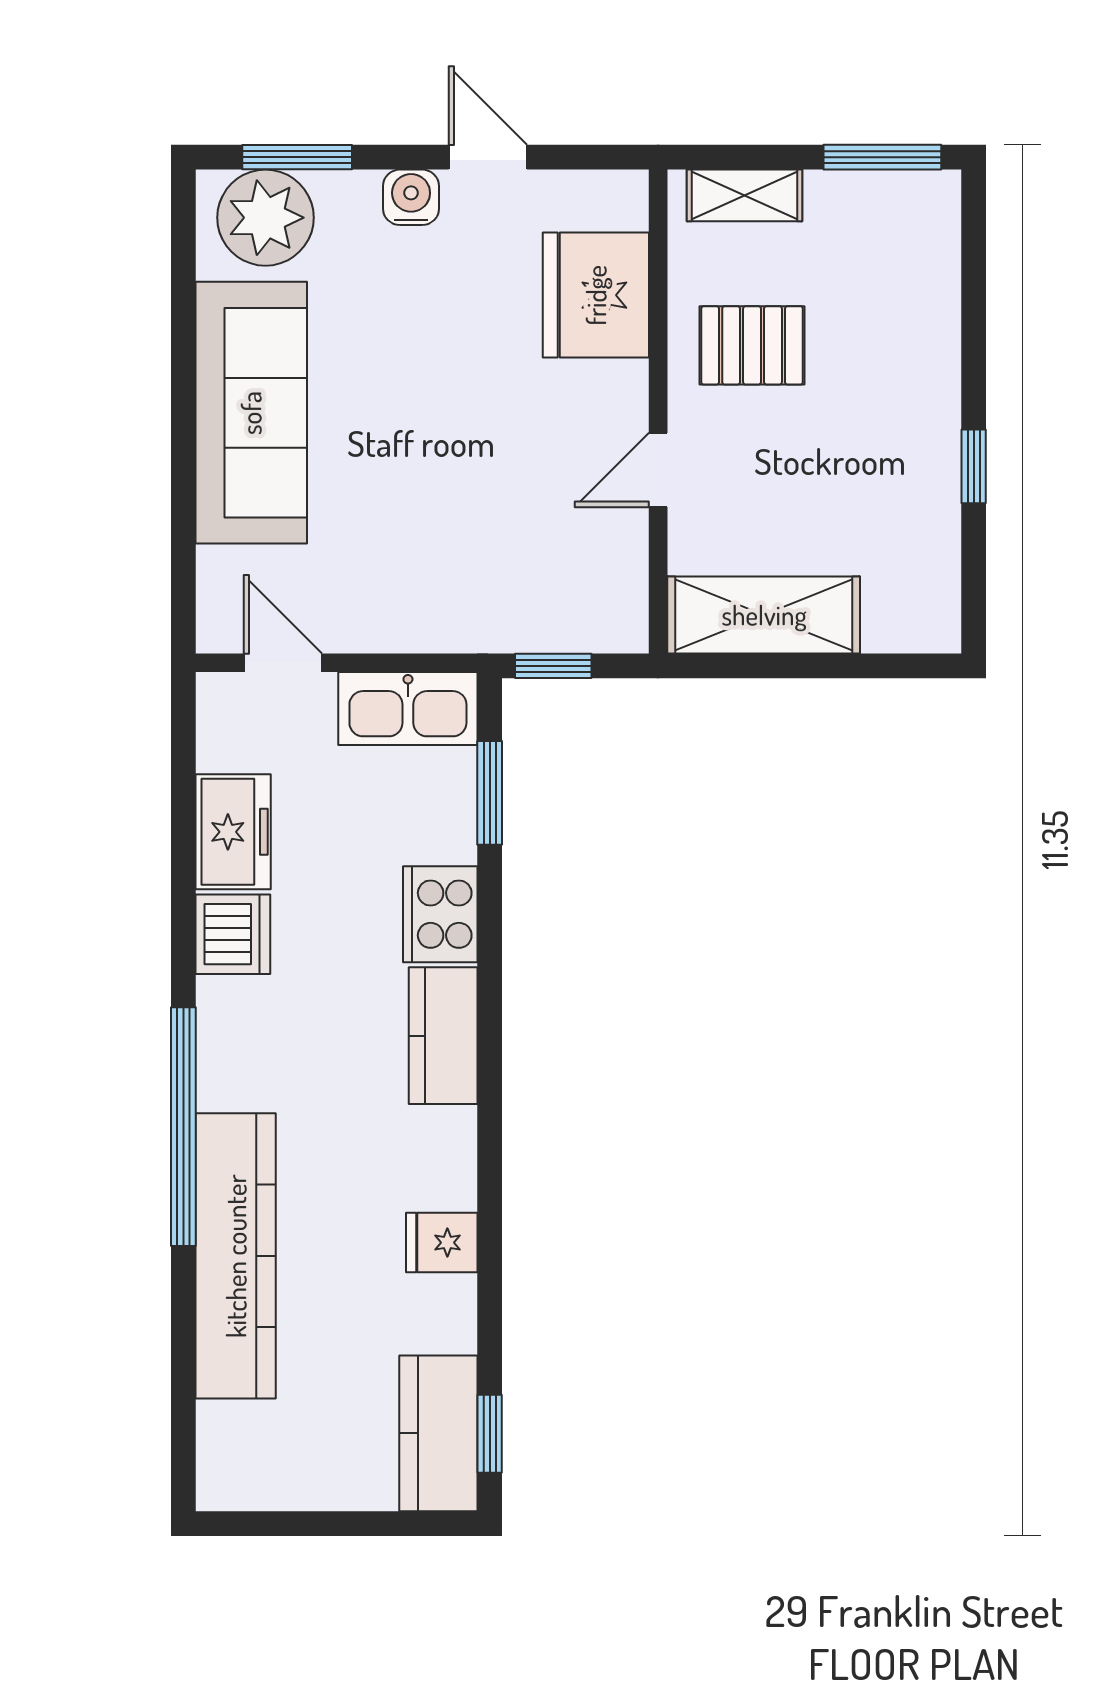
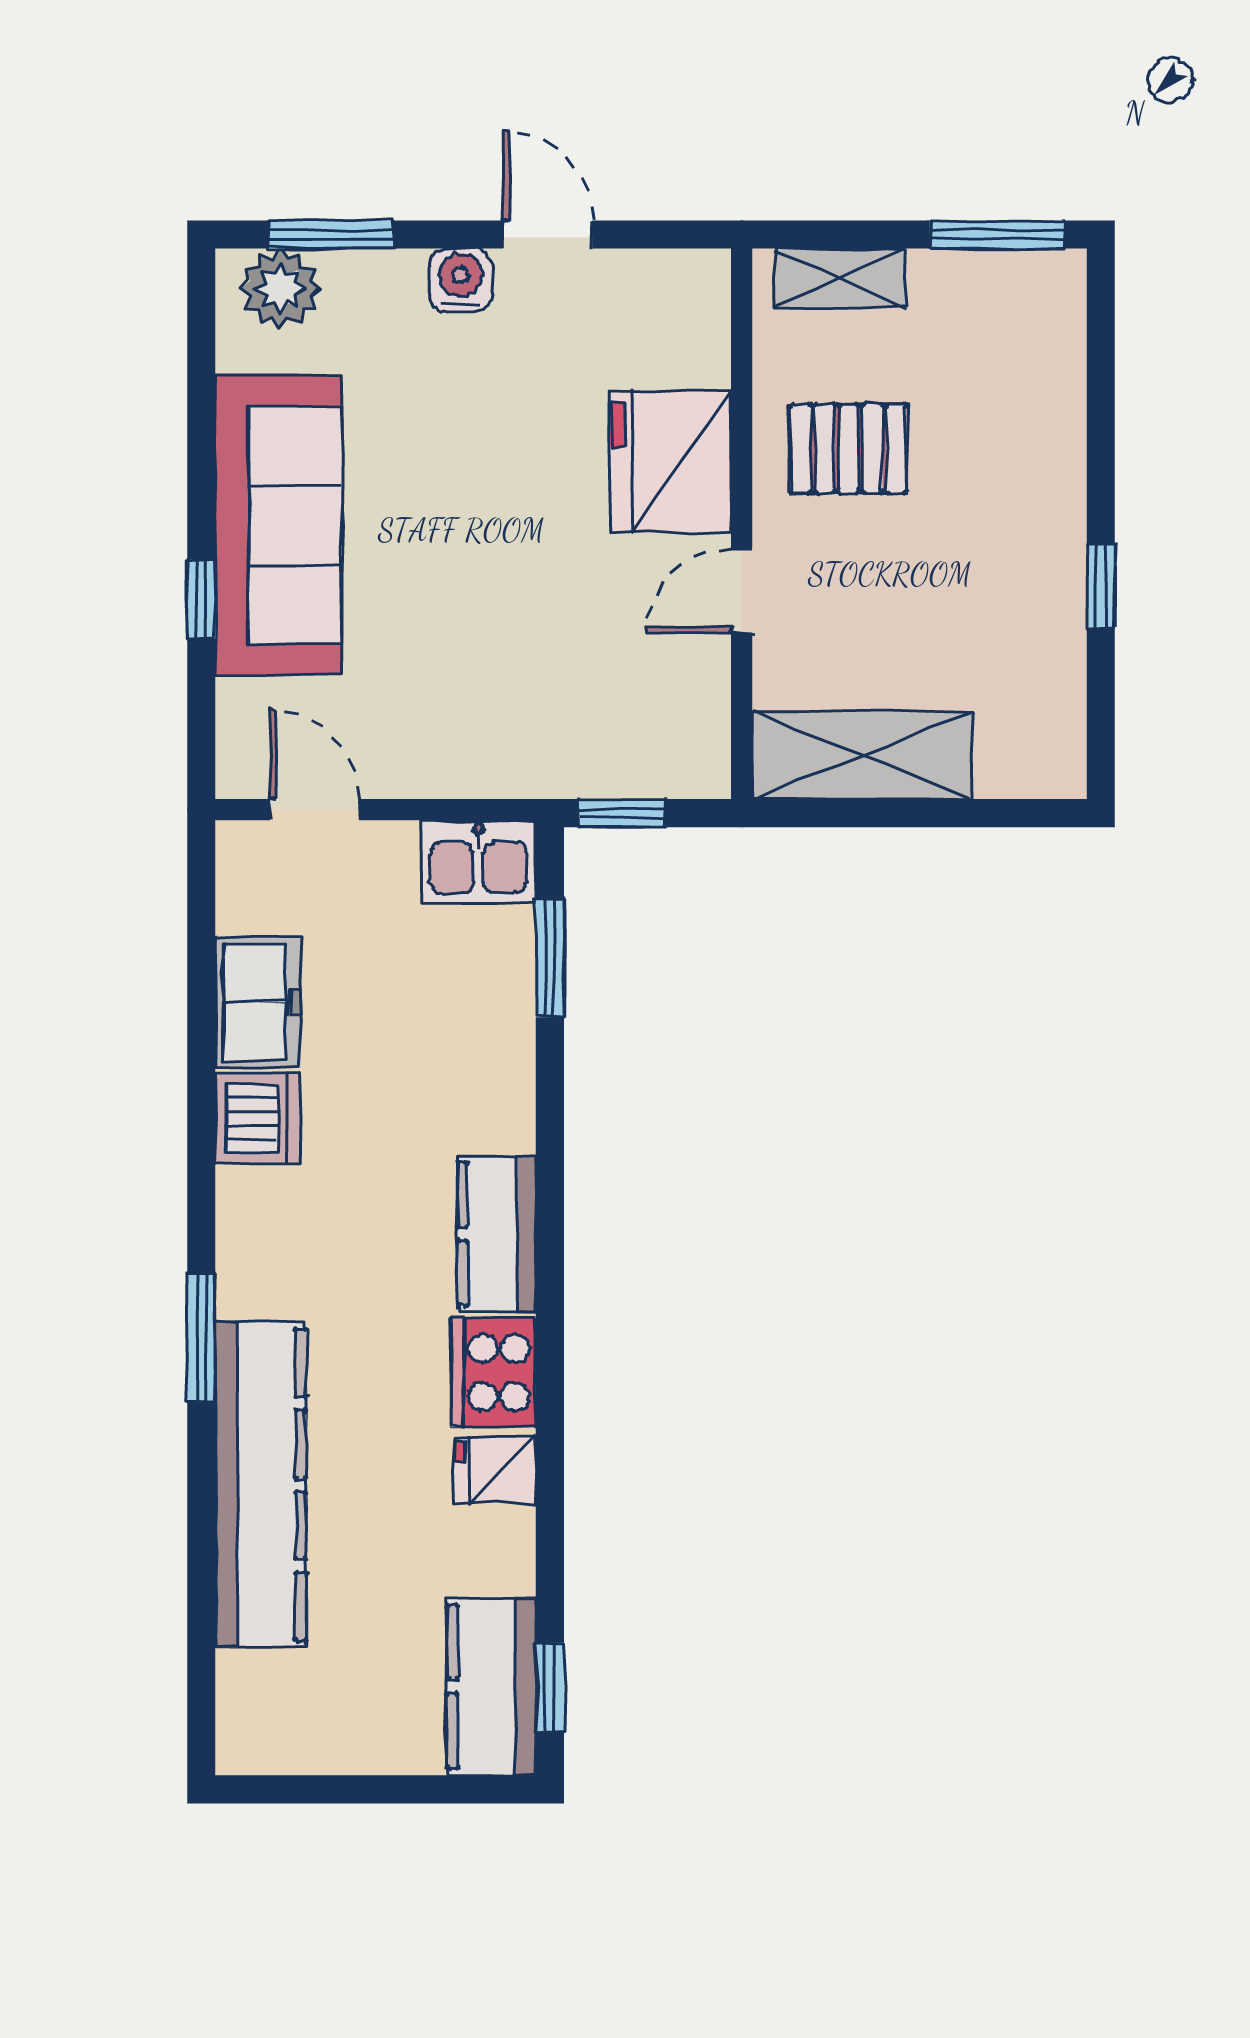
plant: (265, 218) -> (280, 289), width x0.73, depth x0.73
fridge: (596, 295) -> (671, 461), moved
window: (183, 478) -> (201, 599), added
kitchen sink: (408, 709) -> (478, 862), width x0.73
cooker: (440, 914) -> (494, 1372), moved
window: (183, 1127) -> (201, 1338), width x0.47

